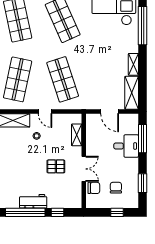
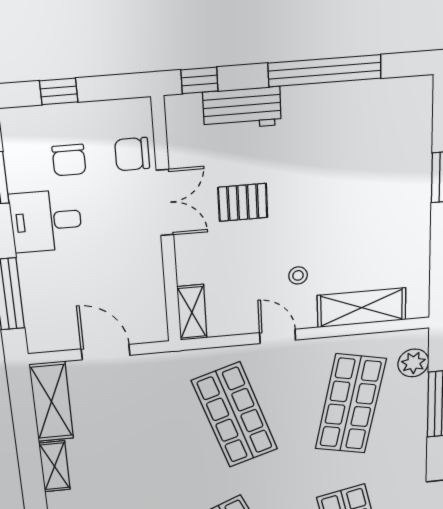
shelving: (77, 135) -> (192, 312), moved
desk: (126, 146) -> (46, 221), moved
double door: (84, 169) -> (165, 203), swing flipped
workbench: (33, 201) -> (242, 109), moved
window: (58, 212) -> (200, 80), moved

